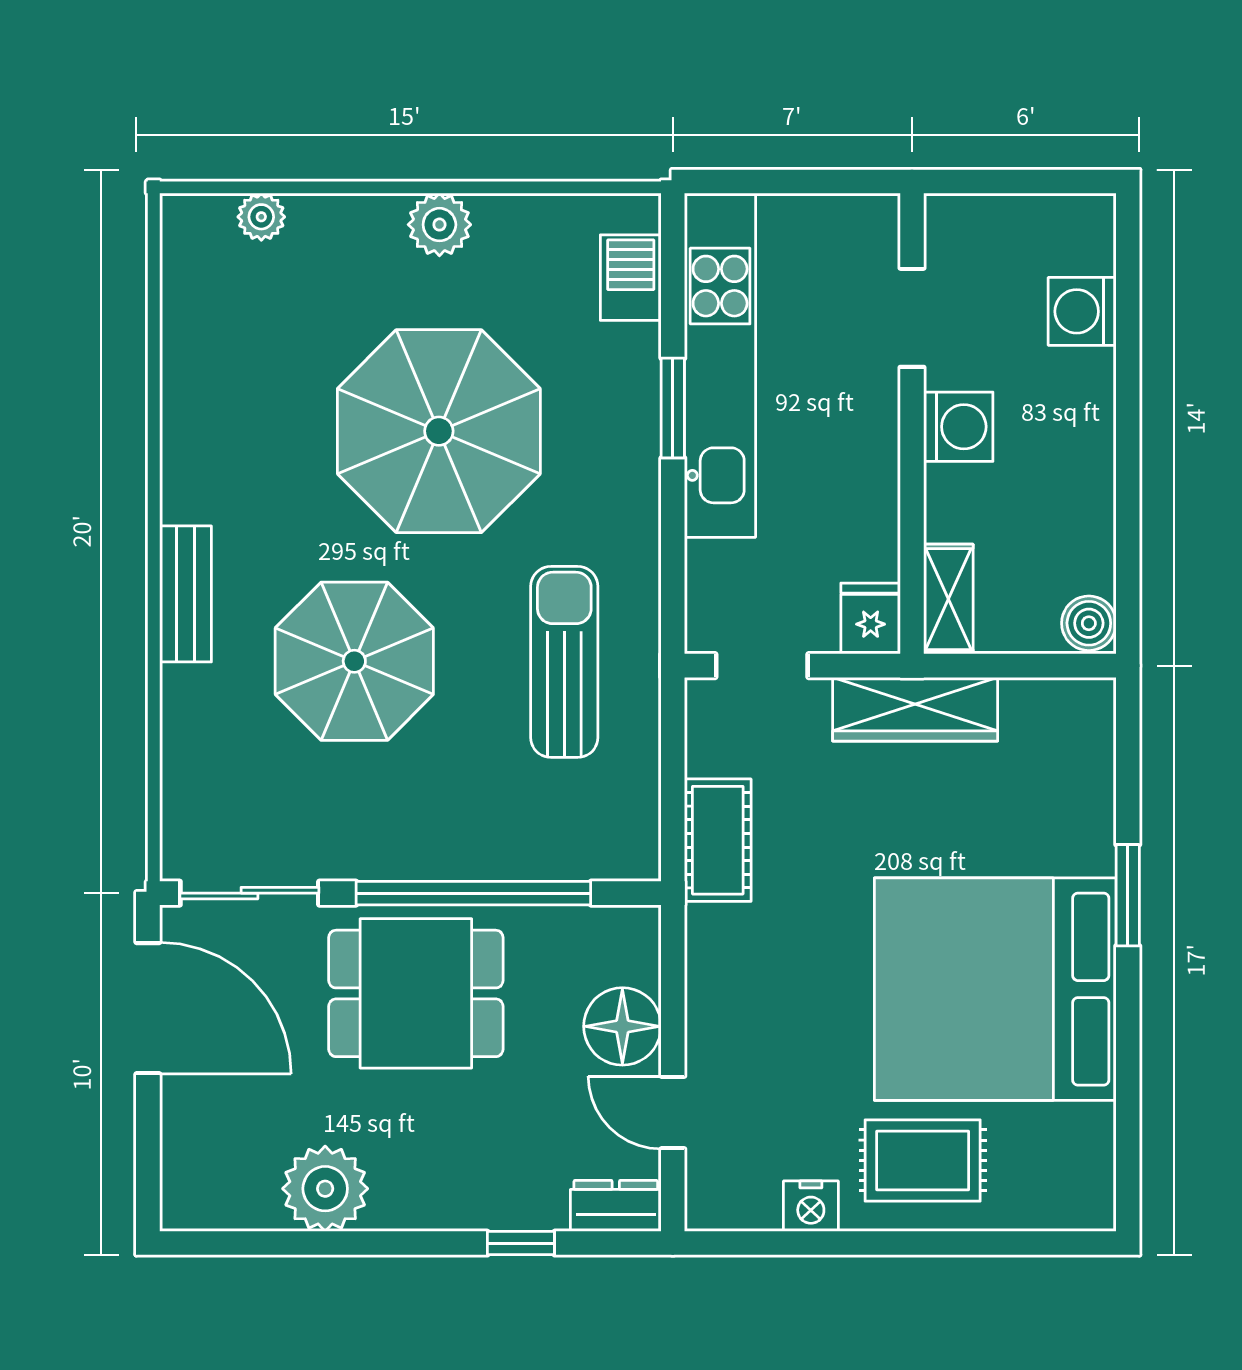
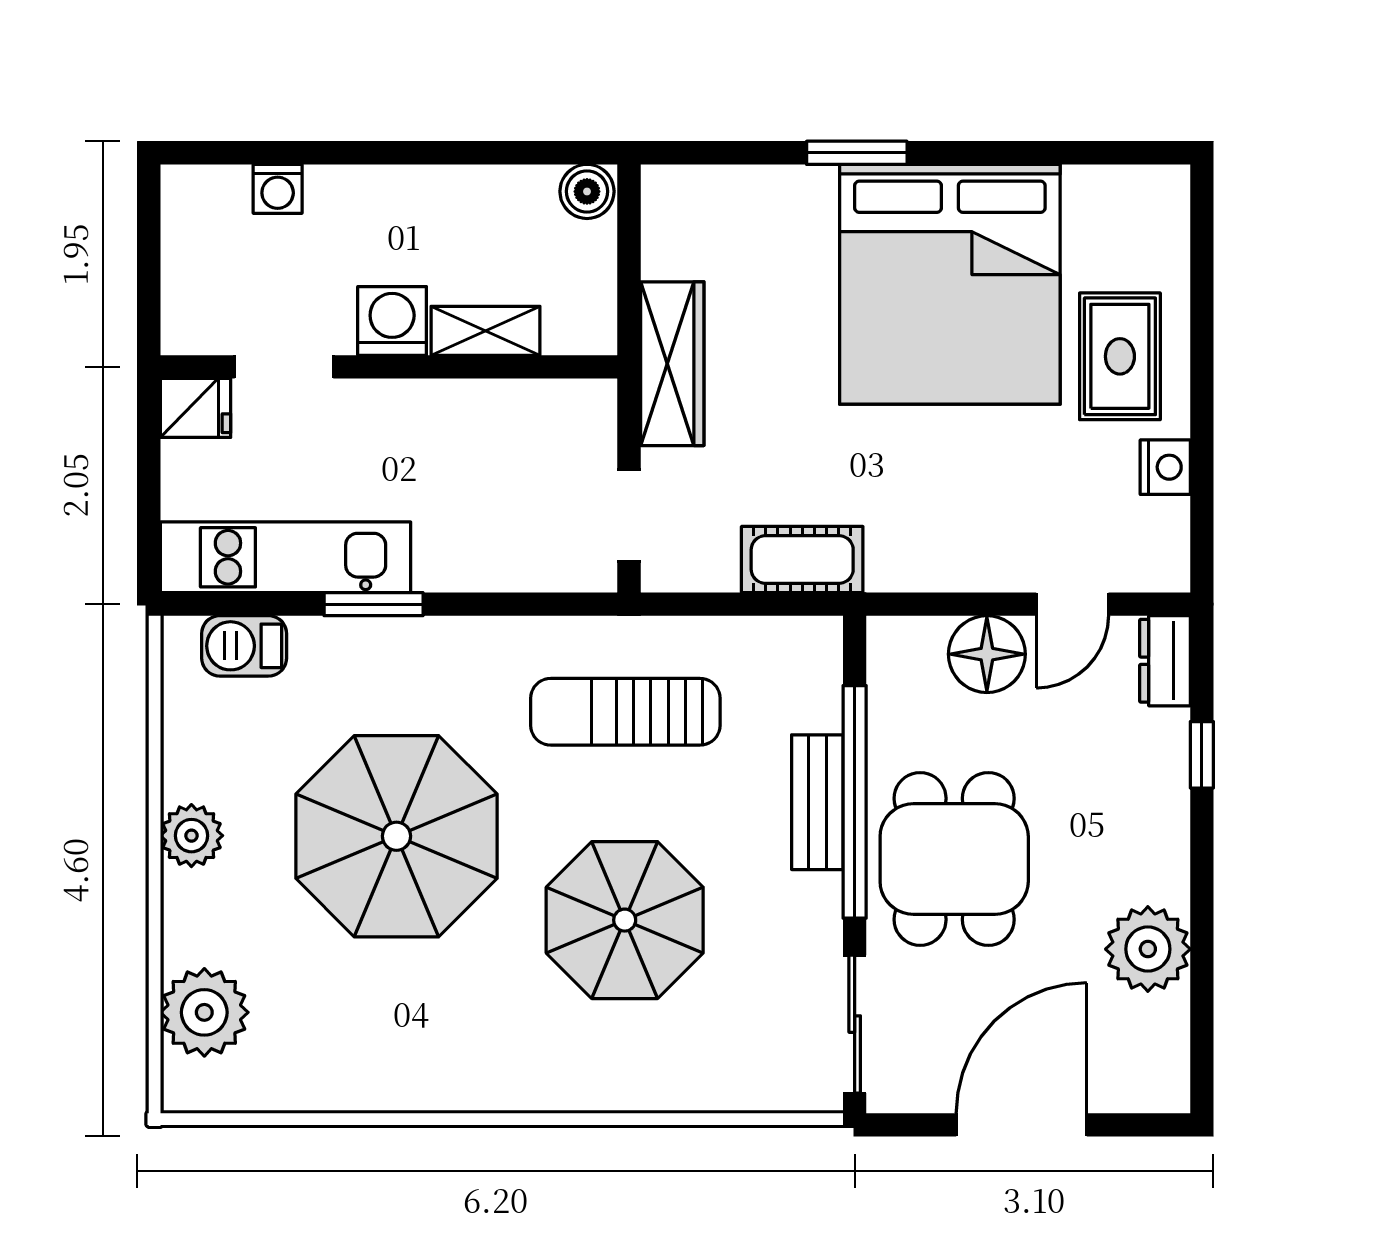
plant: (261, 217) -> (204, 1012), width x1.88, depth x1.88
washing machine: (1082, 311) -> (278, 189), width x0.73, depth x0.73
kitchen unit: (720, 365) -> (286, 557), width x0.73
bench: (186, 594) -> (817, 802), moved, turned 90
shelving: (948, 599) -> (486, 331), moved
fridge: (871, 619) -> (196, 408), moved, turned 180
door: (148, 1008) -> (1022, 1125), moved

